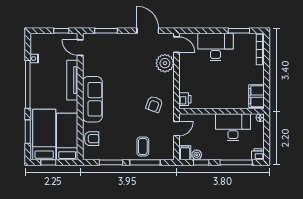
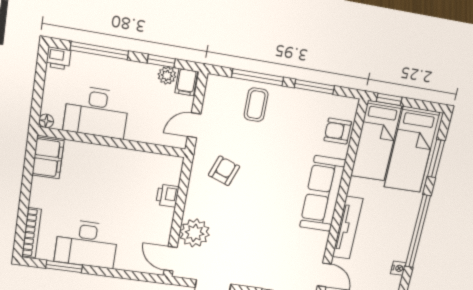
desk: (216, 47) -> (86, 244), moved
printer: (185, 99) -> (167, 196), moved
window: (48, 162) -> (389, 99), moved

